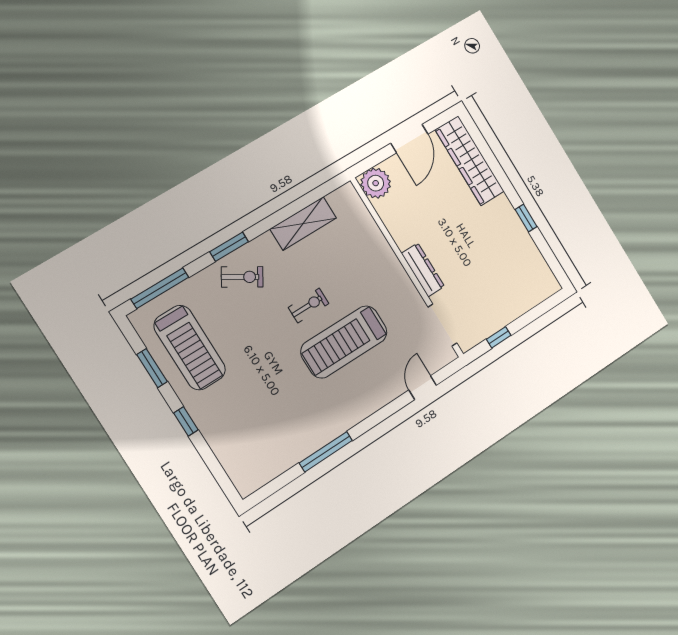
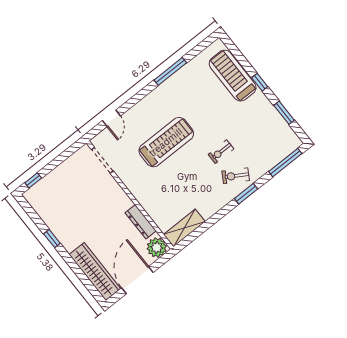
door: (409, 139) -> (137, 280), width x1.36
shelving: (303, 223) -> (184, 228), moved
dresser: (423, 270) -> (141, 222), moved
exercise bike: (309, 305) -> (221, 152), moved
window: (499, 337) -> (33, 180), moved
treadmill: (190, 348) -> (233, 76), moved

